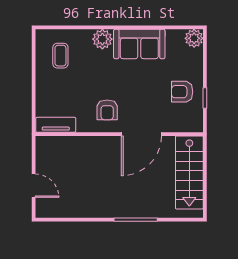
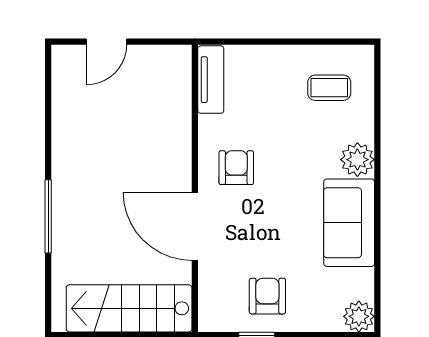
armchair: (107, 110) -> (236, 168), turned 90

